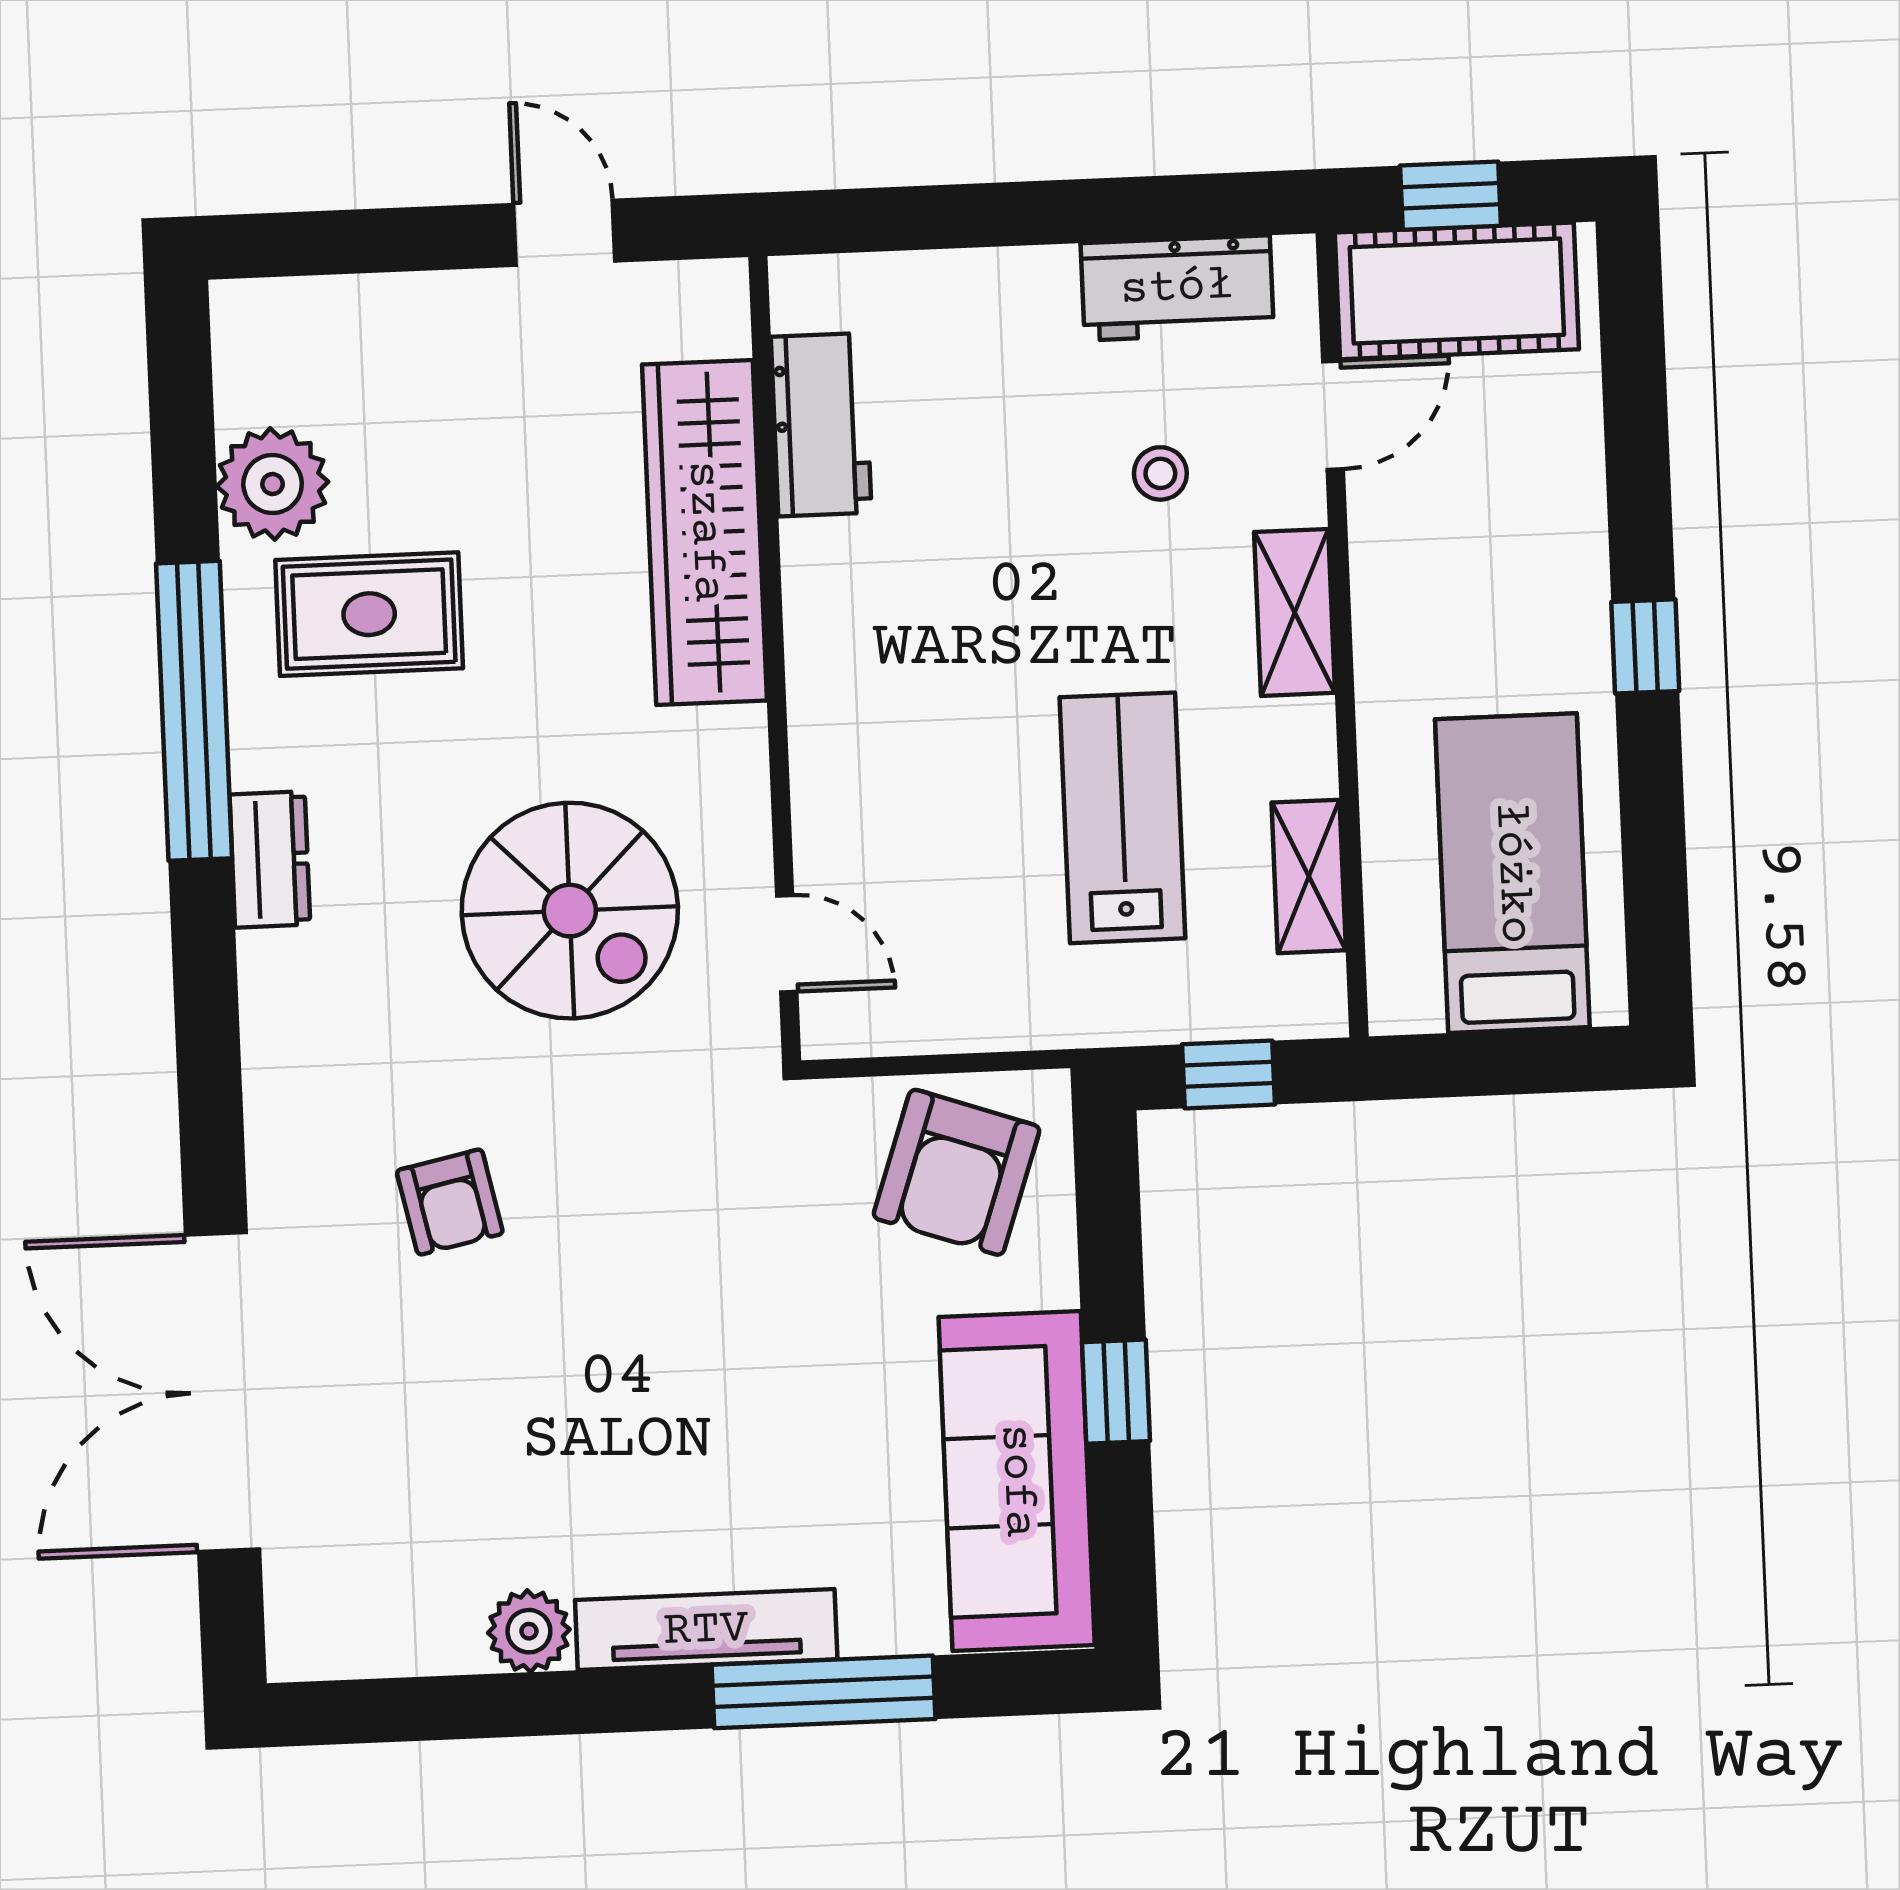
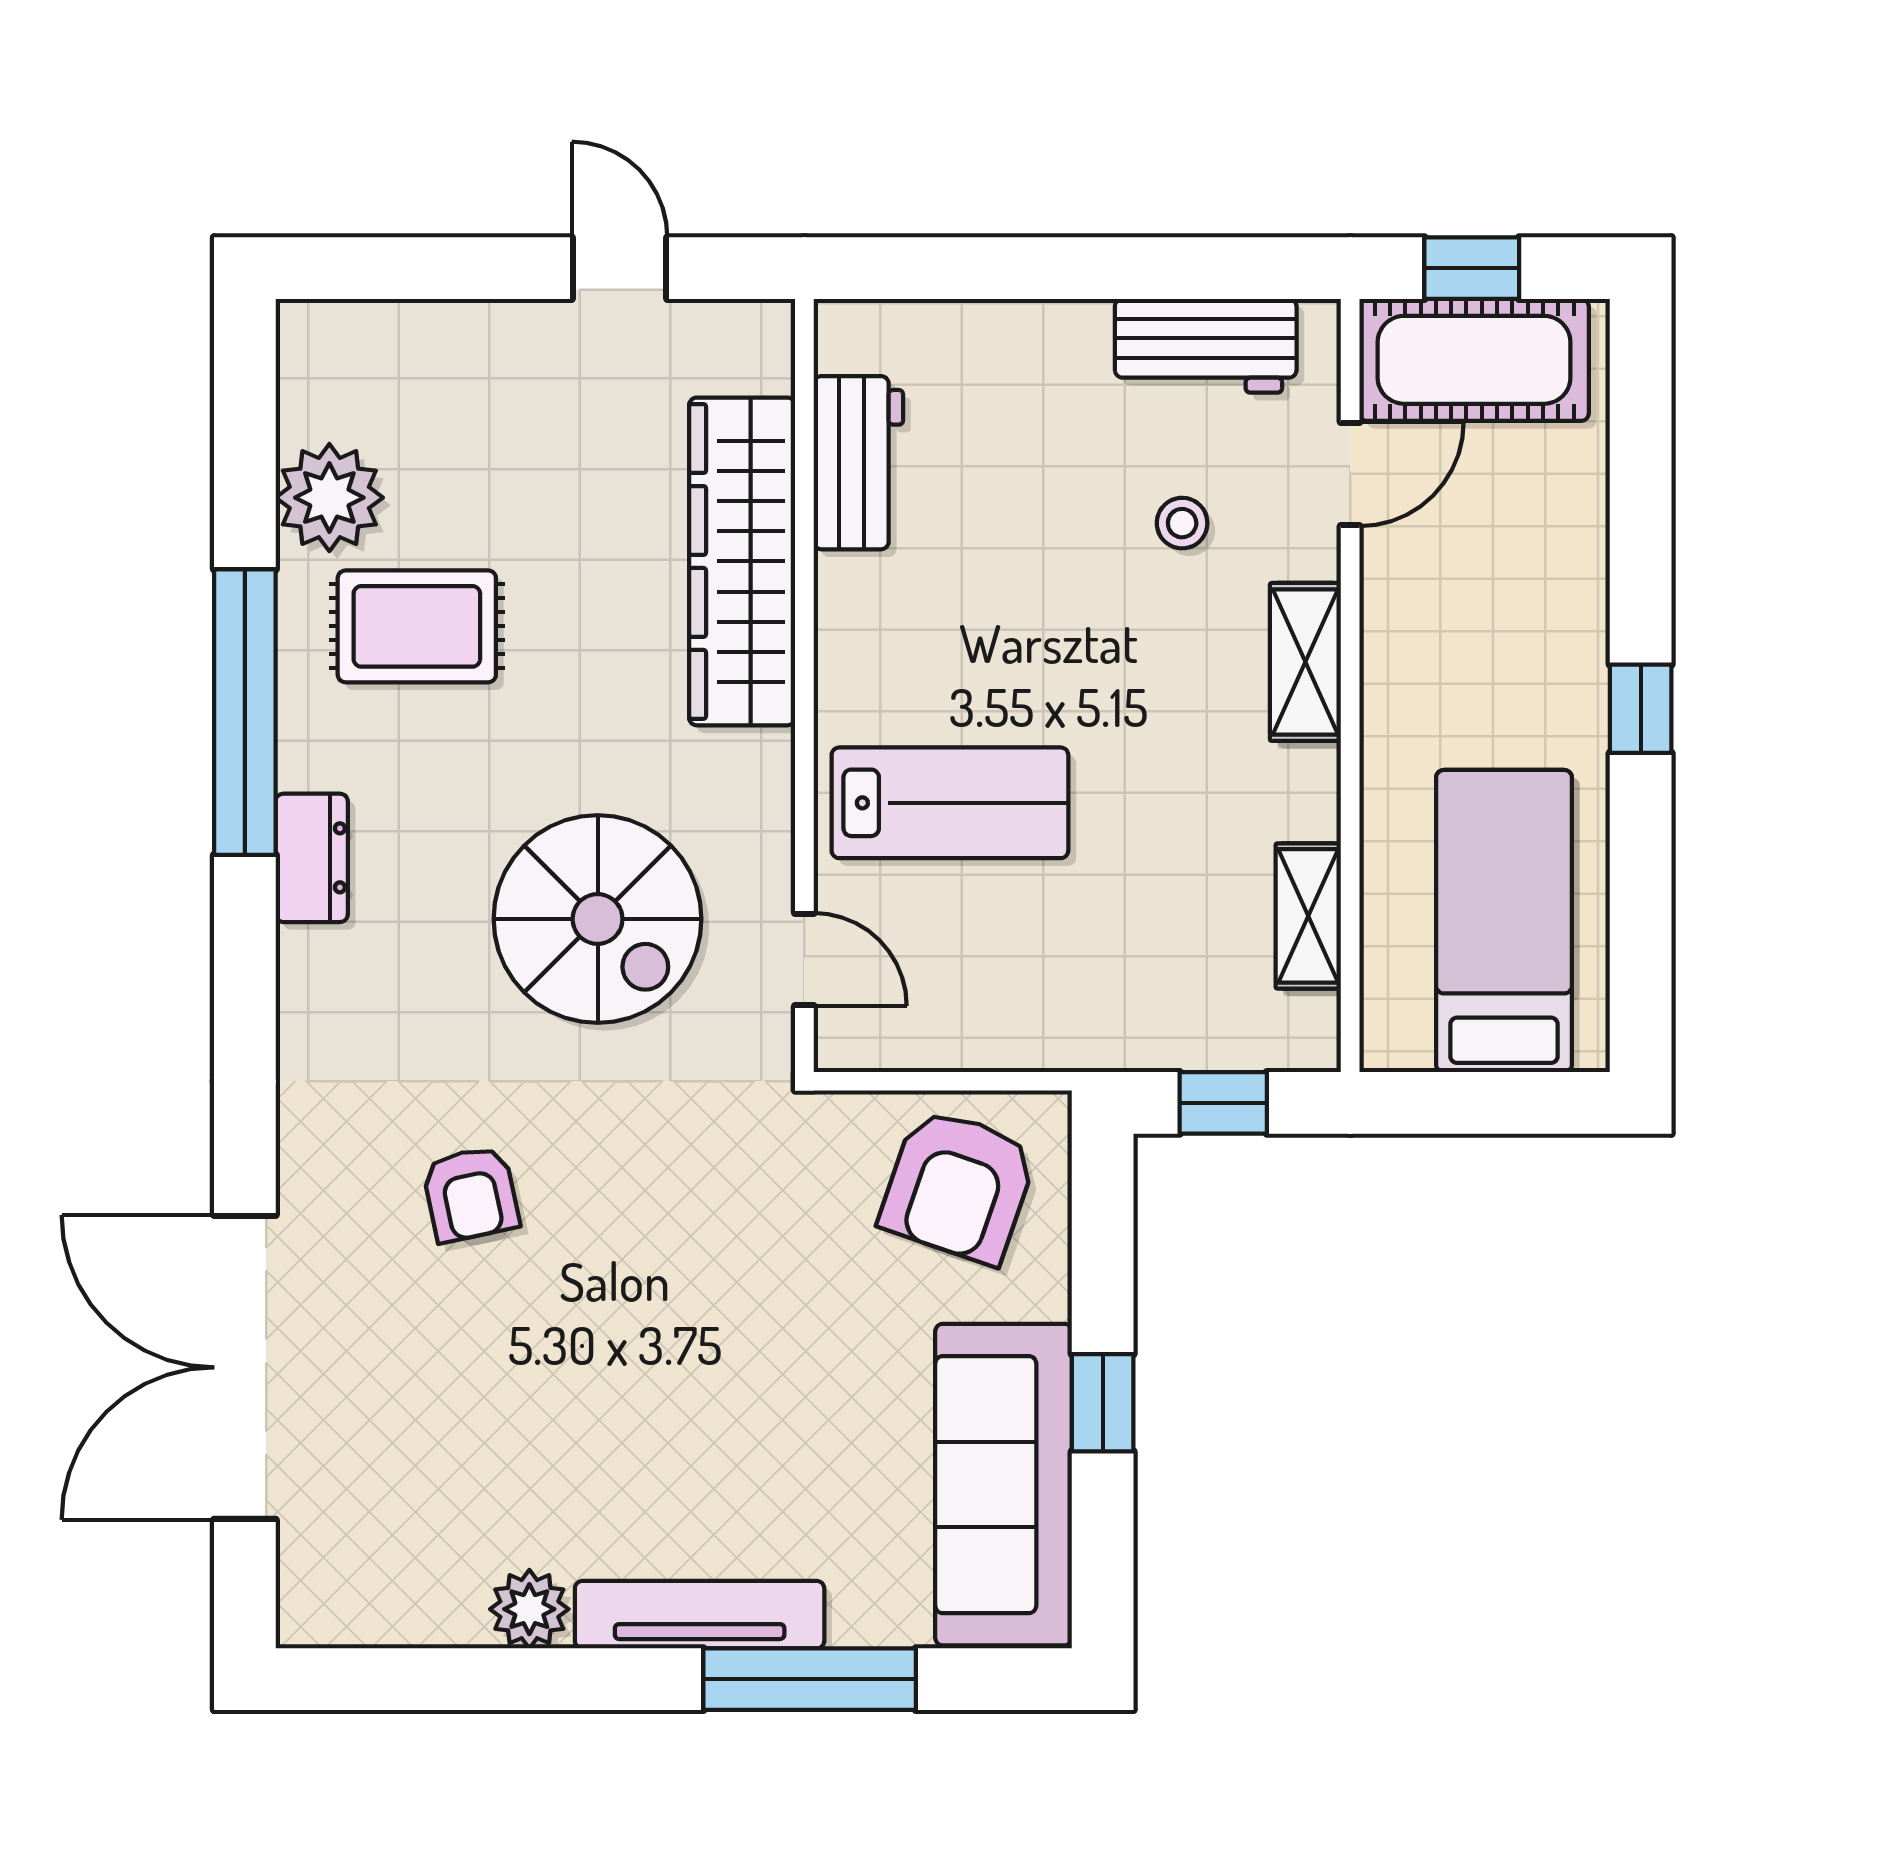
lab bench: (1122, 818) -> (950, 803), moved, turned 90

